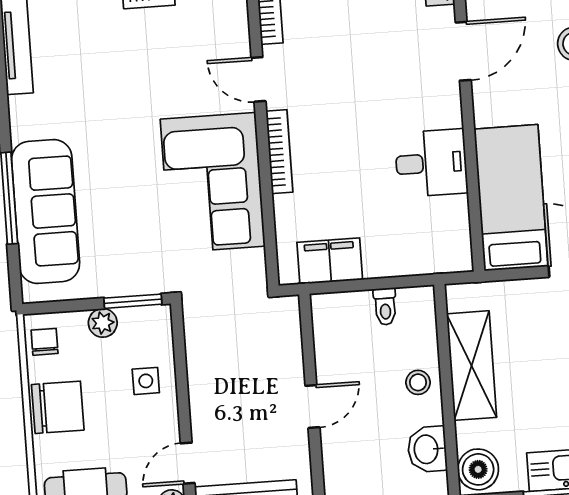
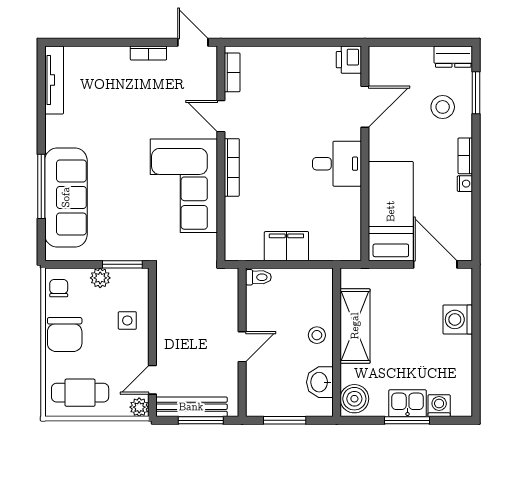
desk: (431, 163) -> (337, 164), moved
filing cabinet: (330, 261) -> (286, 246), moved
toilet: (385, 306) -> (258, 277), moved, turned -90
chair: (58, 407) -> (65, 334), turned 90

